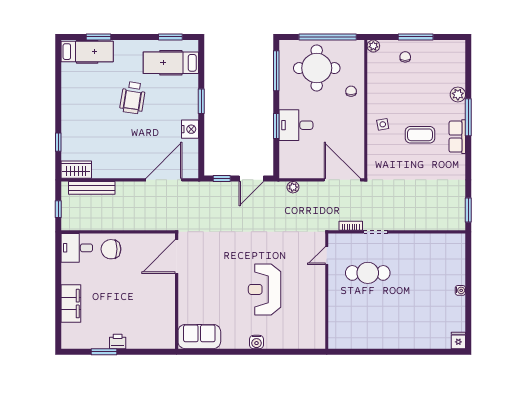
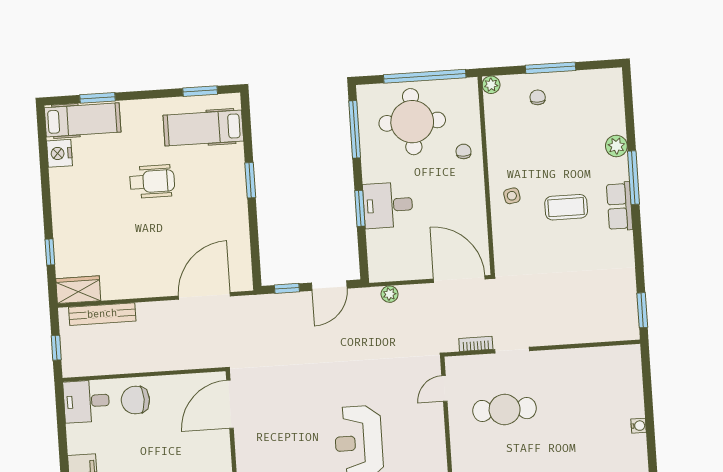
wheelchair: (133, 98) -> (152, 181), turned -99
nightstand: (190, 129) -> (59, 153), moved, turned 180

